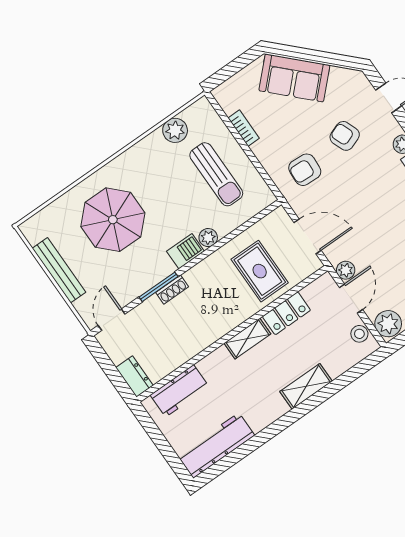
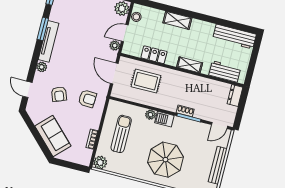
plant: (175, 130) -> (100, 163), moved
parasol: (113, 220) -> (165, 160), moved
rug: (260, 271) -> (146, 81), turned 90
shelving: (247, 339) -> (190, 65), moved

